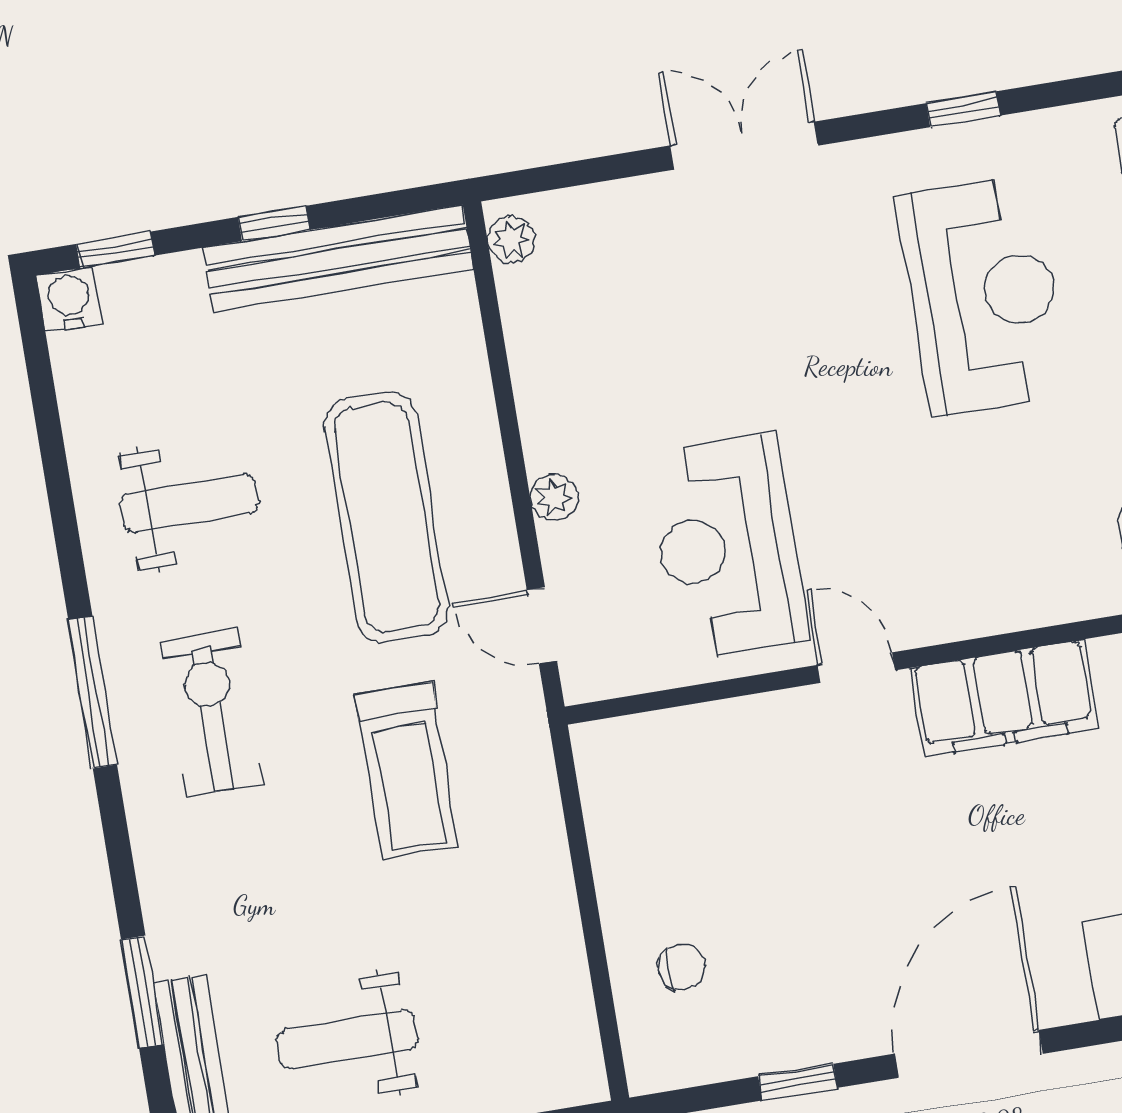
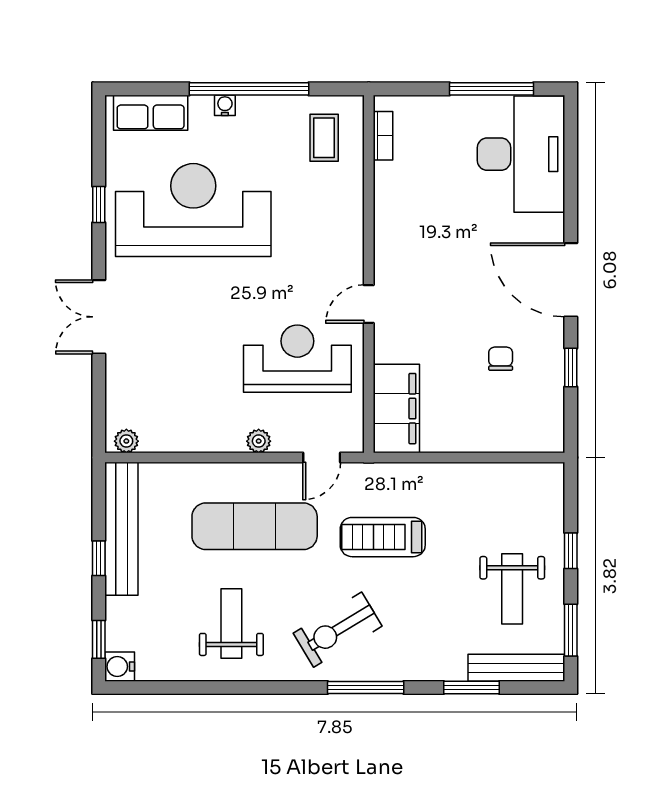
reception desk: (983, 295) -> (193, 210), width x1.36, depth x1.30
reception desk: (727, 546) -> (297, 359), turned 180
window: (93, 692) -> (366, 687), moved
filing cabinet: (1004, 699) -> (396, 409), moved
exercise bike: (212, 712) -> (338, 630), turned -31
treadmill: (407, 770) -> (383, 537), turned 180
chair: (681, 967) -> (501, 359), moved

